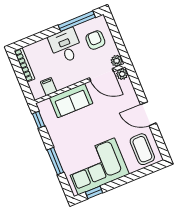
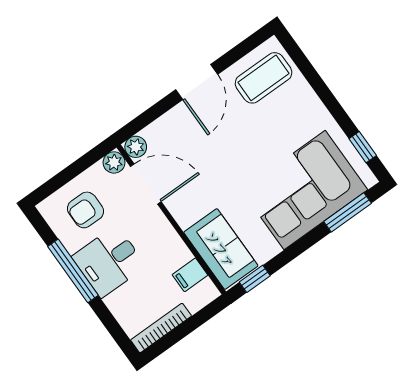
window: (77, 21) -> (73, 271), moved
door: (101, 75) -> (146, 184), hinge flipped
sofa: (71, 101) -> (221, 249), moved
window: (55, 161) -> (348, 212), moved
corner sofa: (96, 166) -> (305, 190), moved, turned 90

